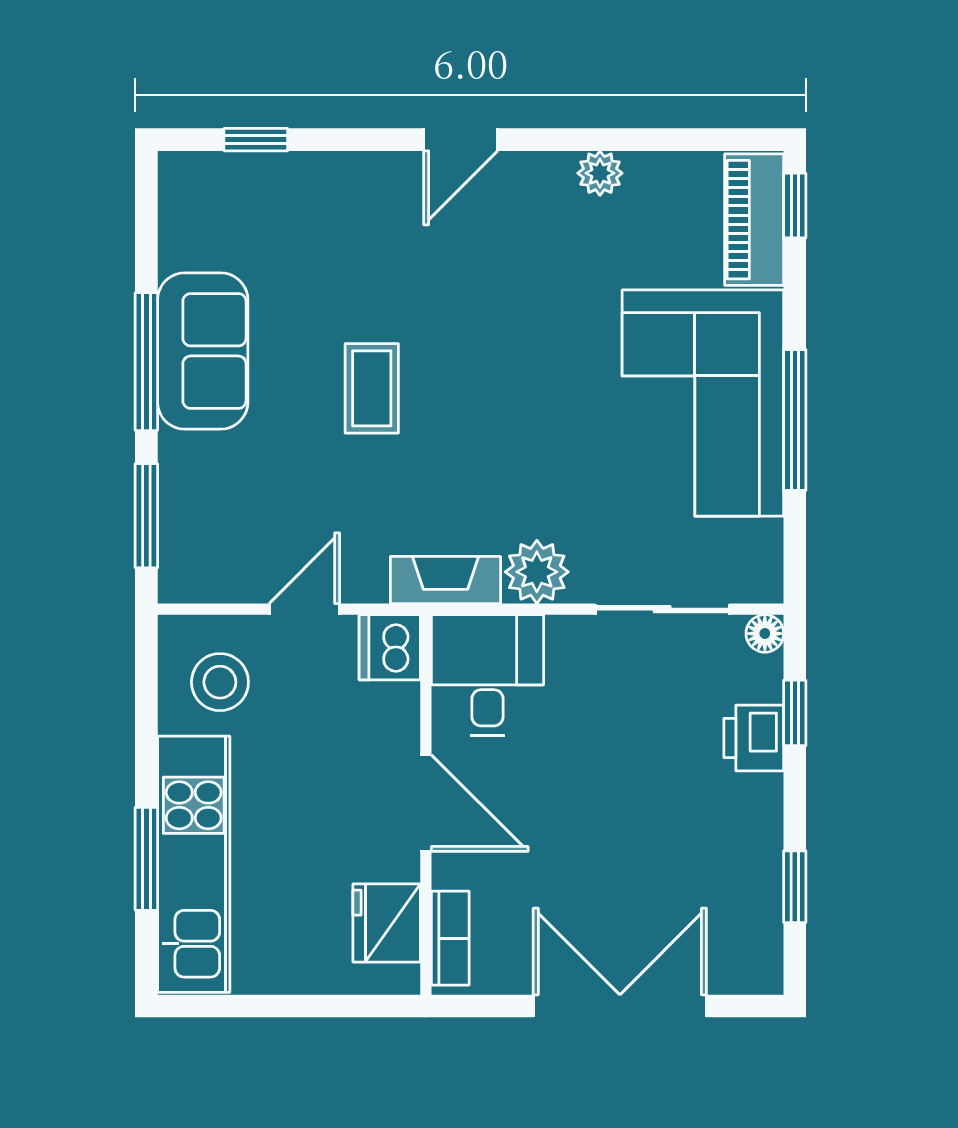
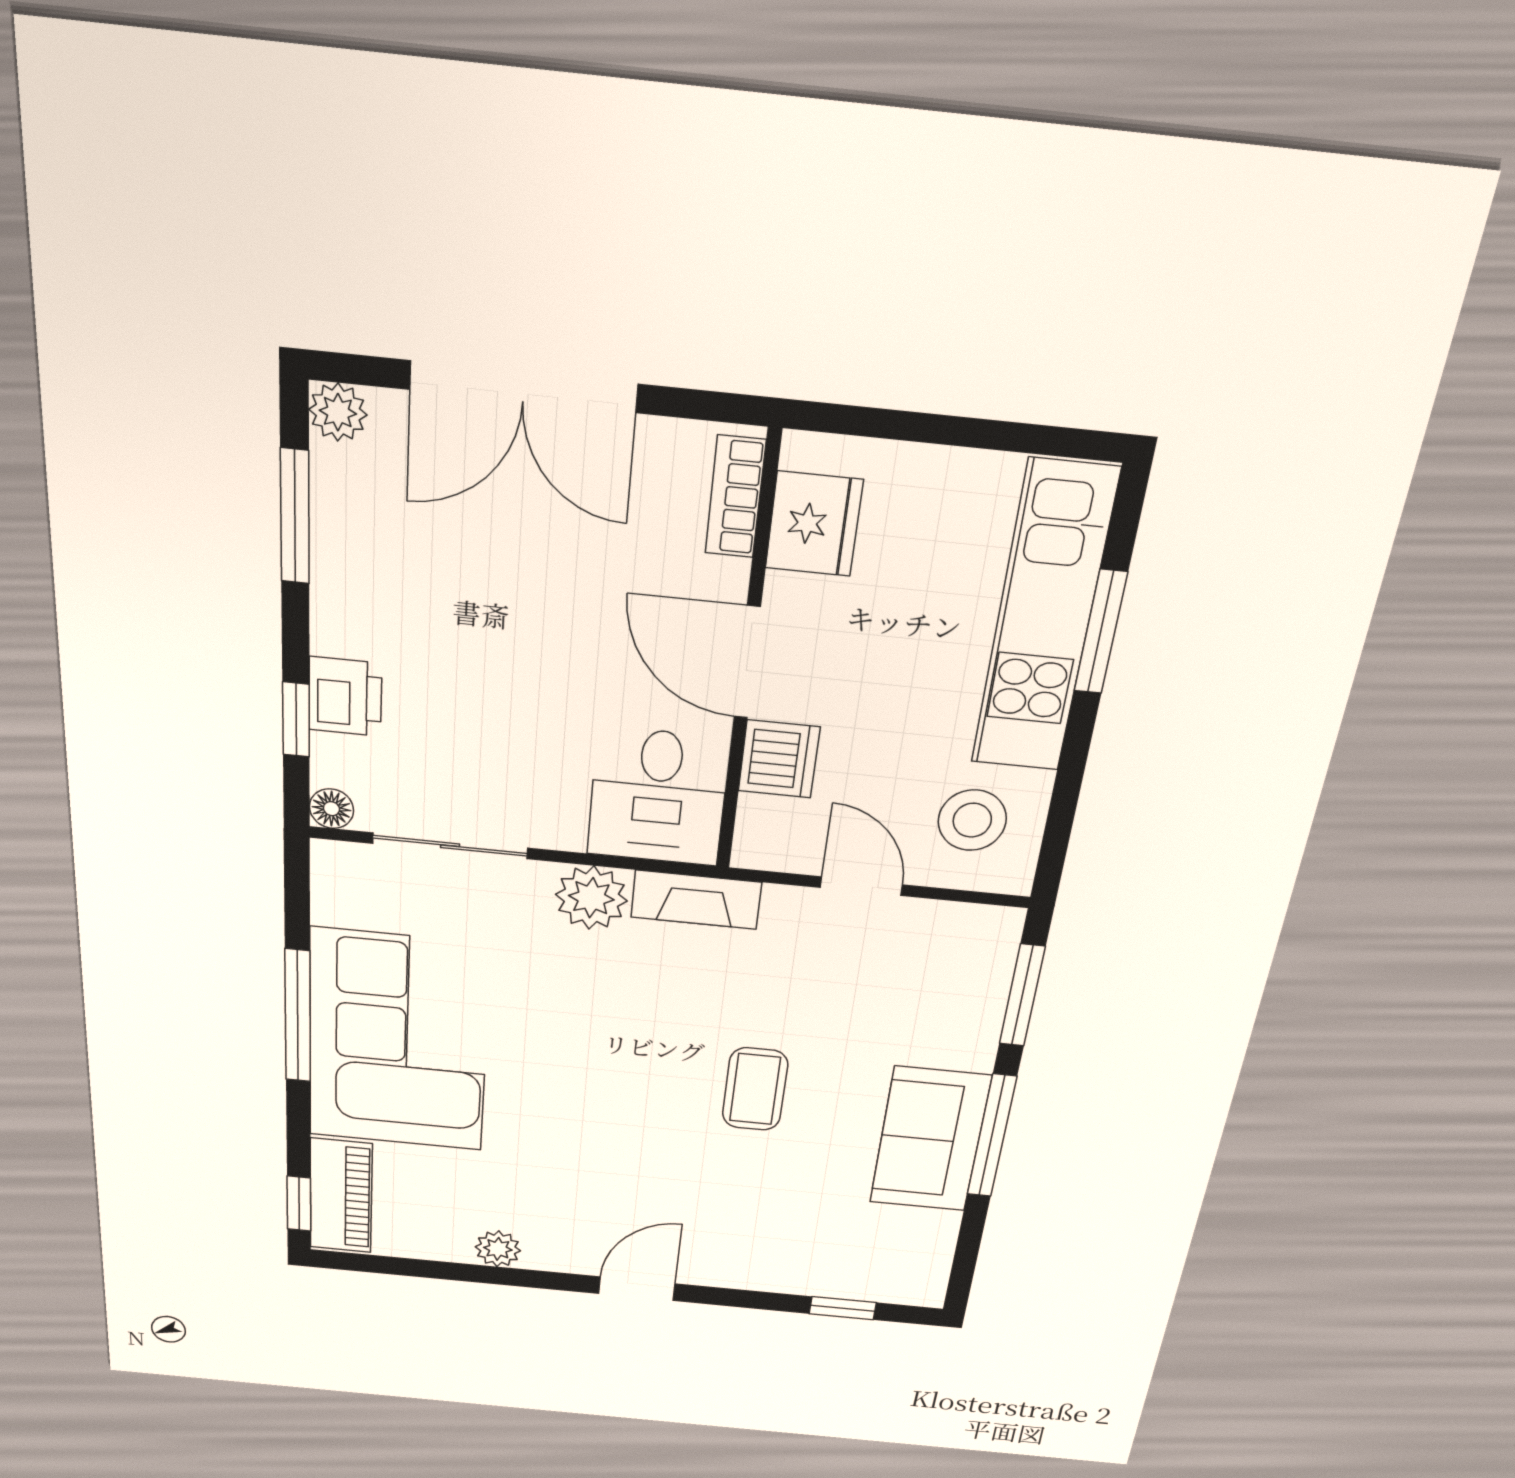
door: (304, 609) -> (861, 886), swing flipped
dishwasher: (390, 647) -> (779, 759), moved
window: (795, 887) -> (295, 517), width x1.50
plant: (761, 972) -> (338, 412), added

